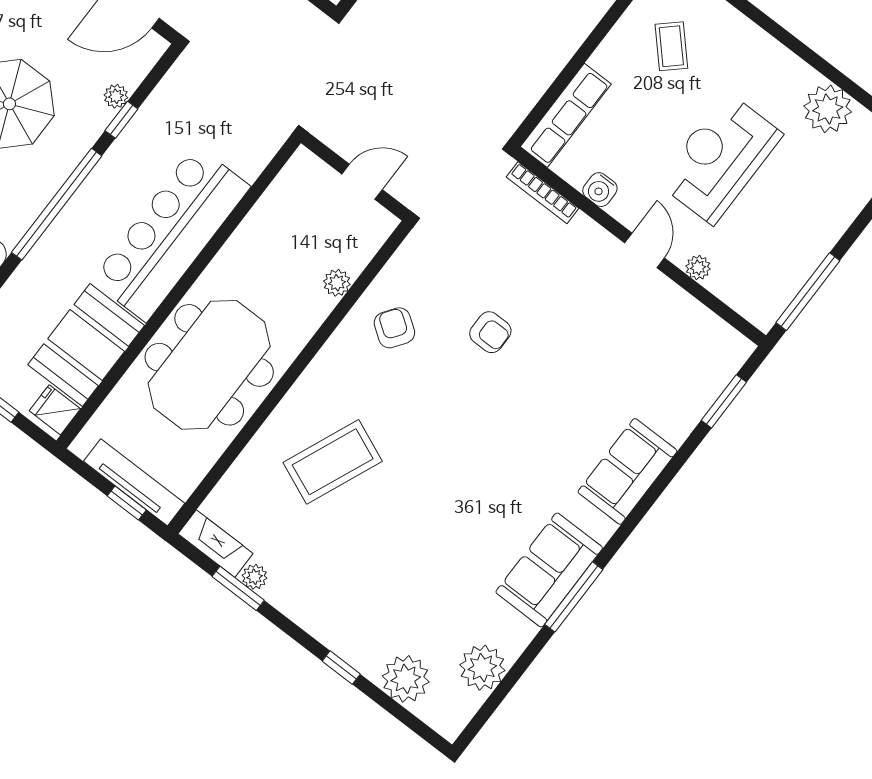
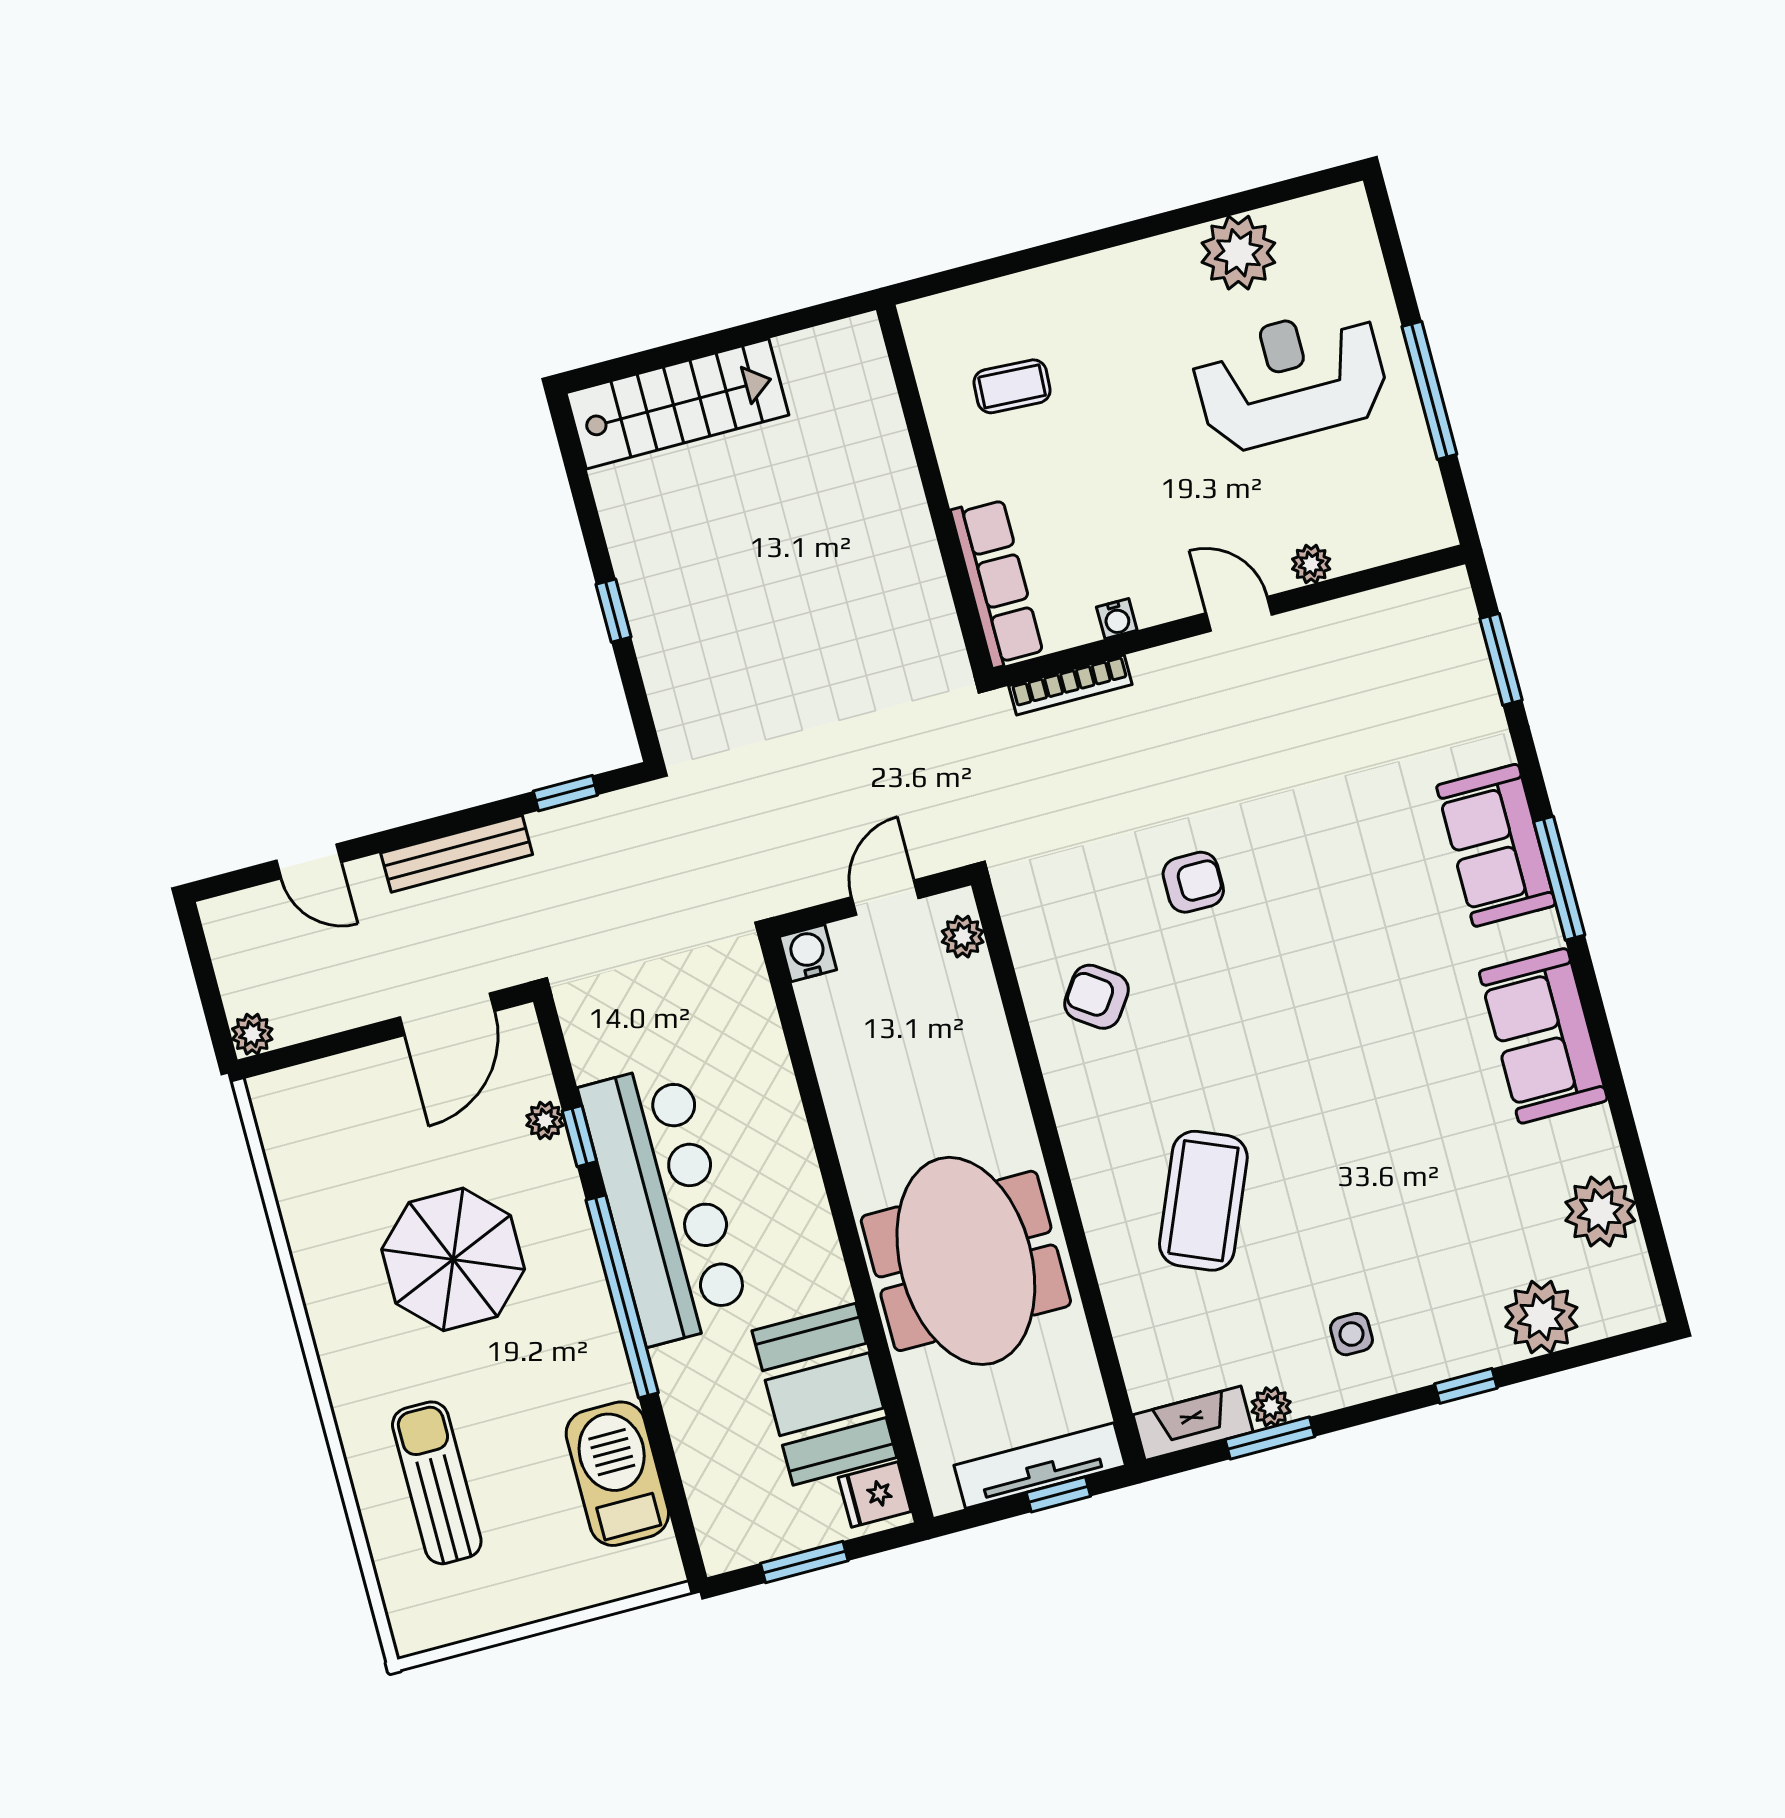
coffee table: (671, 46) -> (1012, 386), turned -44
reception desk: (720, 158) -> (1290, 379), moved, turned 90
water cooler: (304, 164) -> (808, 953), added
water cooler: (600, 190) -> (1117, 619), width x0.72, depth x0.72
bar counter: (171, 233) -> (665, 1204), moved, turned 180
plant: (337, 283) -> (963, 937), moved
window: (808, 292) -> (1429, 390), moved
side table: (323, 589) -> (1352, 1334), added
window: (574, 597) -> (1559, 878), moved

